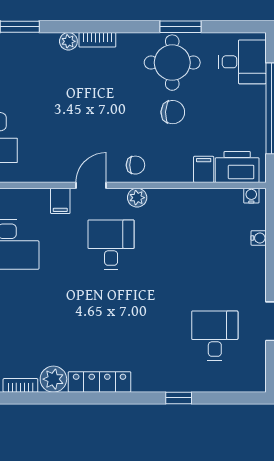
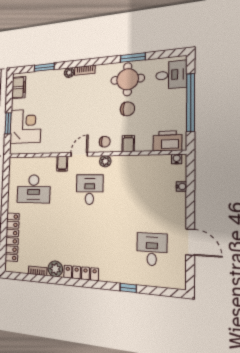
filing cabinet: (204, 169) -> (128, 144), moved

